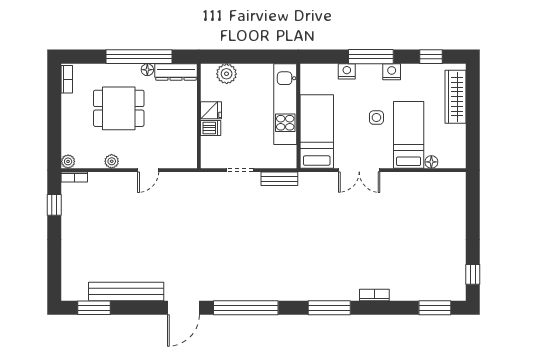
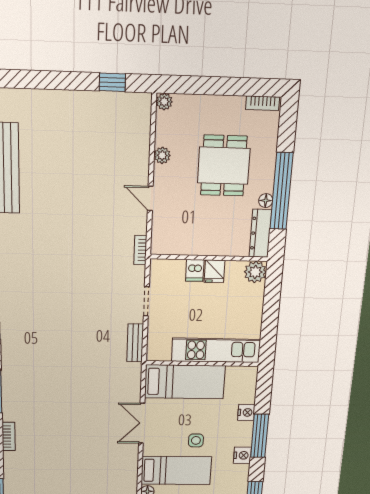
plant: (227, 74) -> (255, 272), moved
bookcase: (74, 177) -> (140, 250), moved

